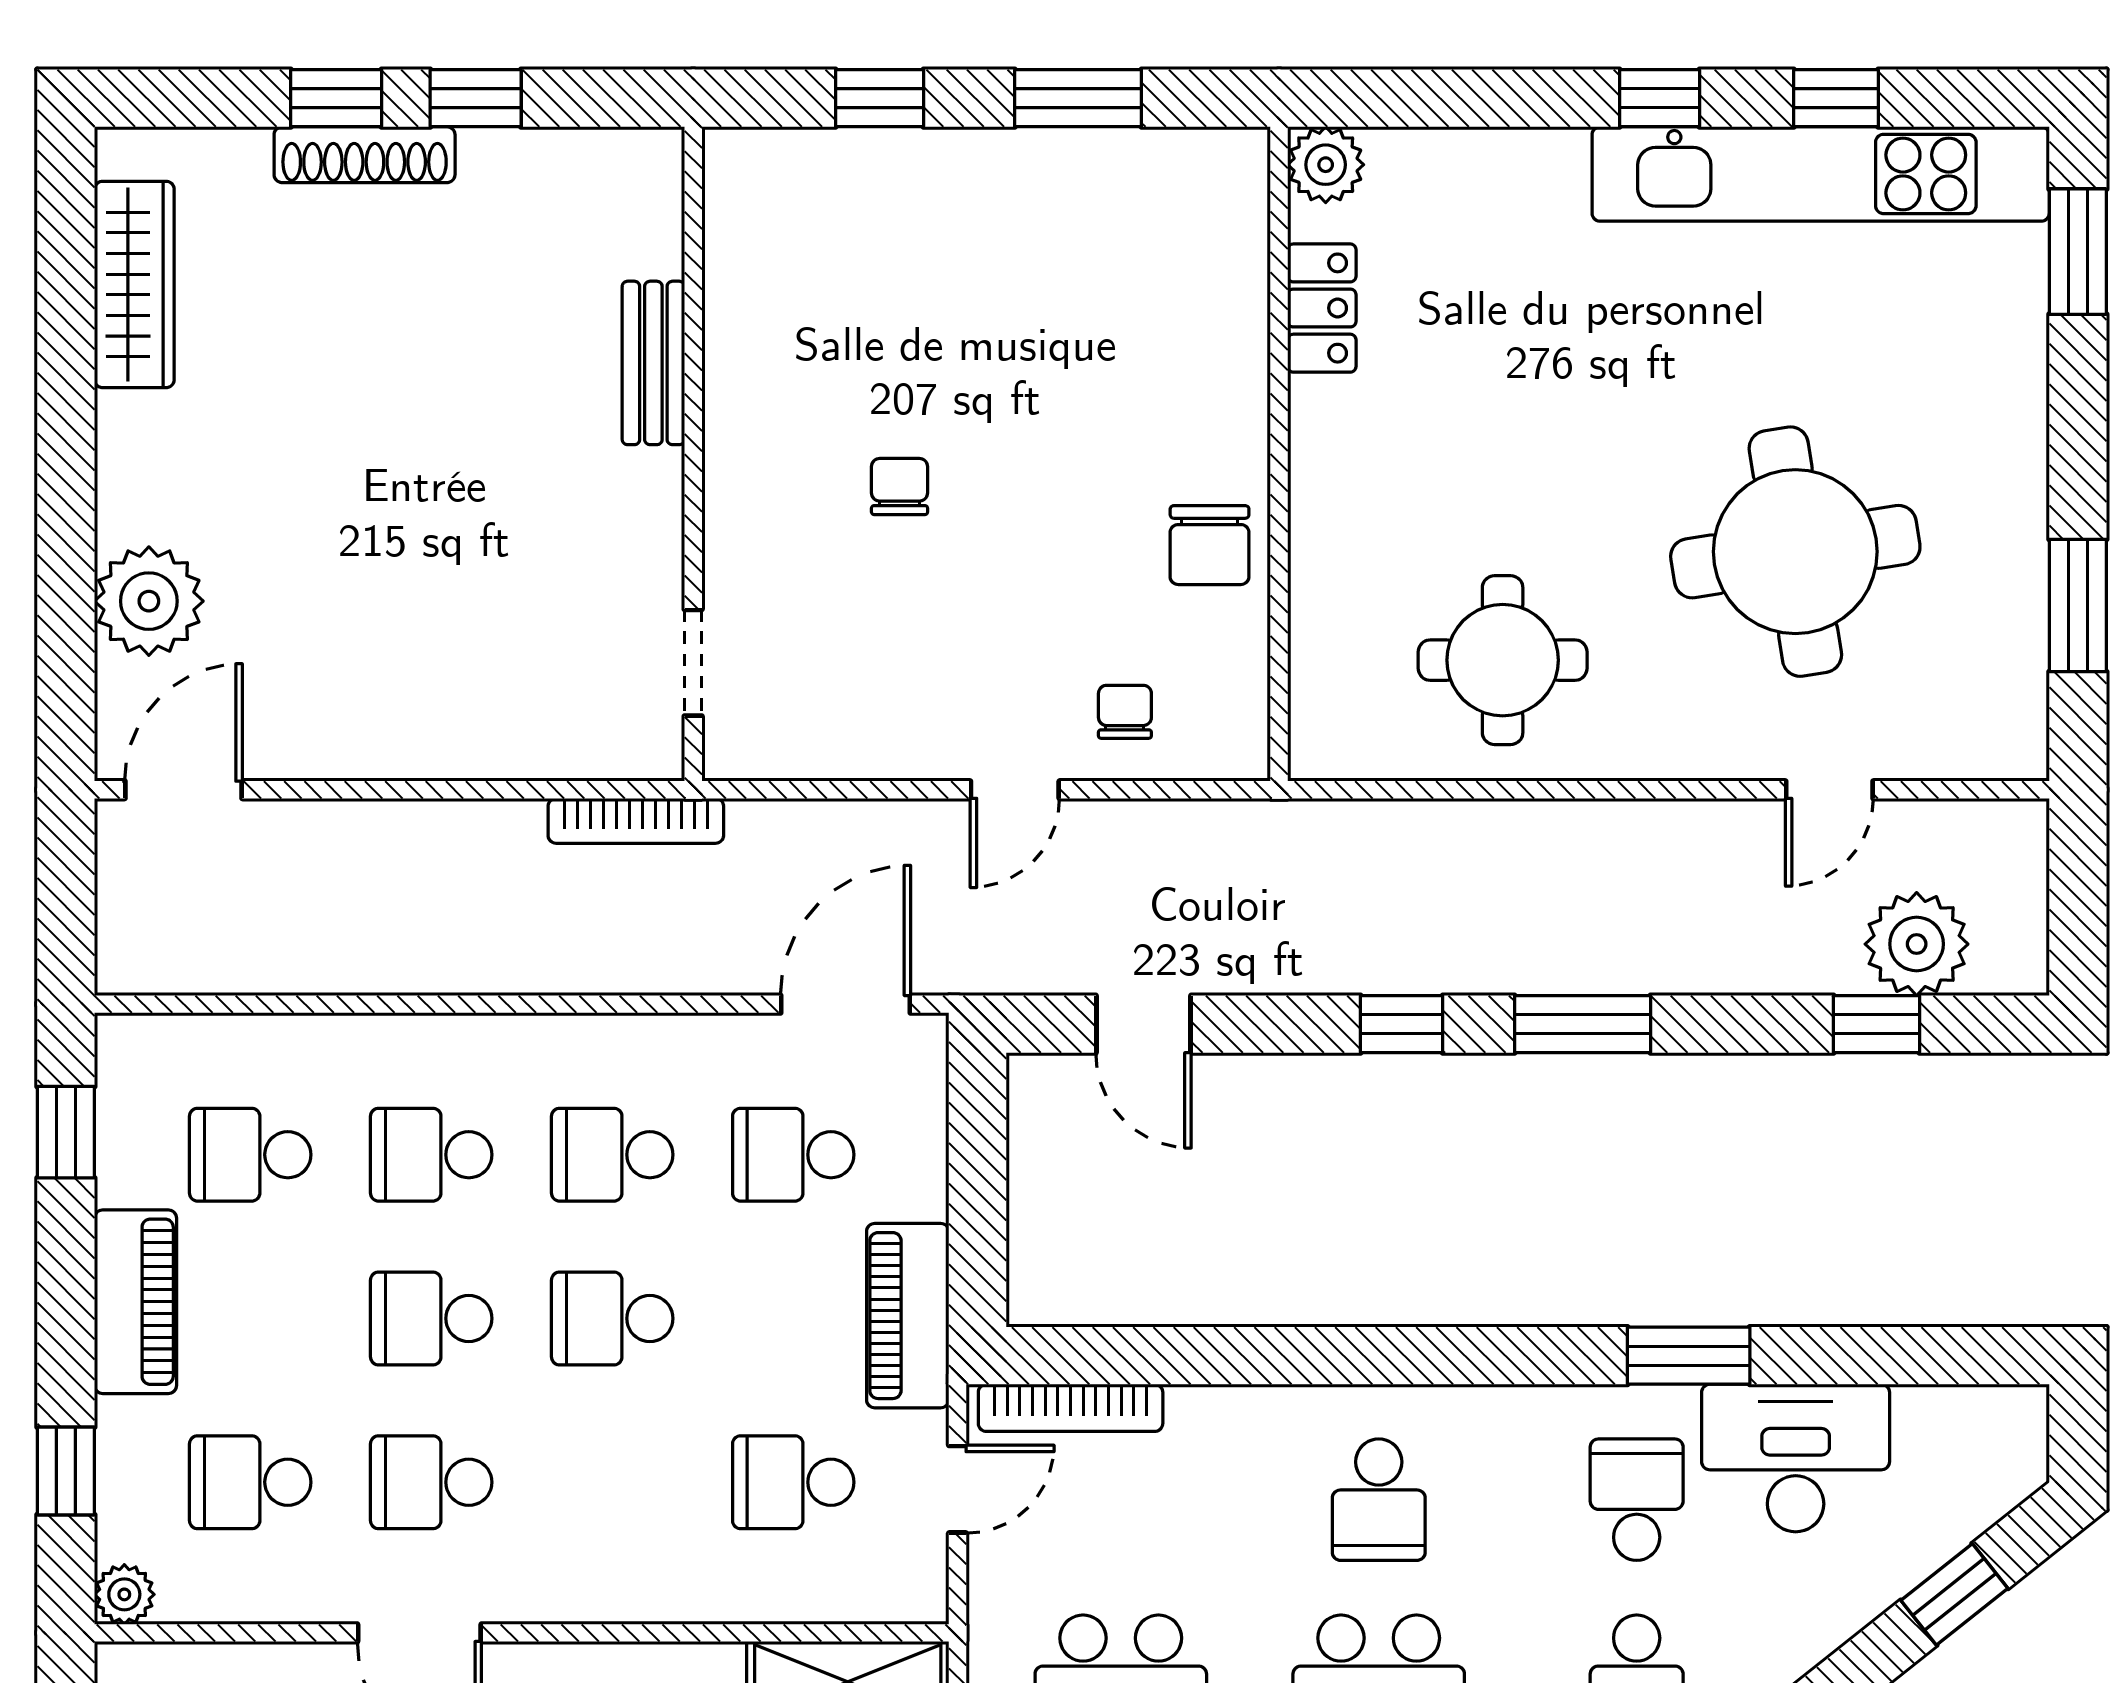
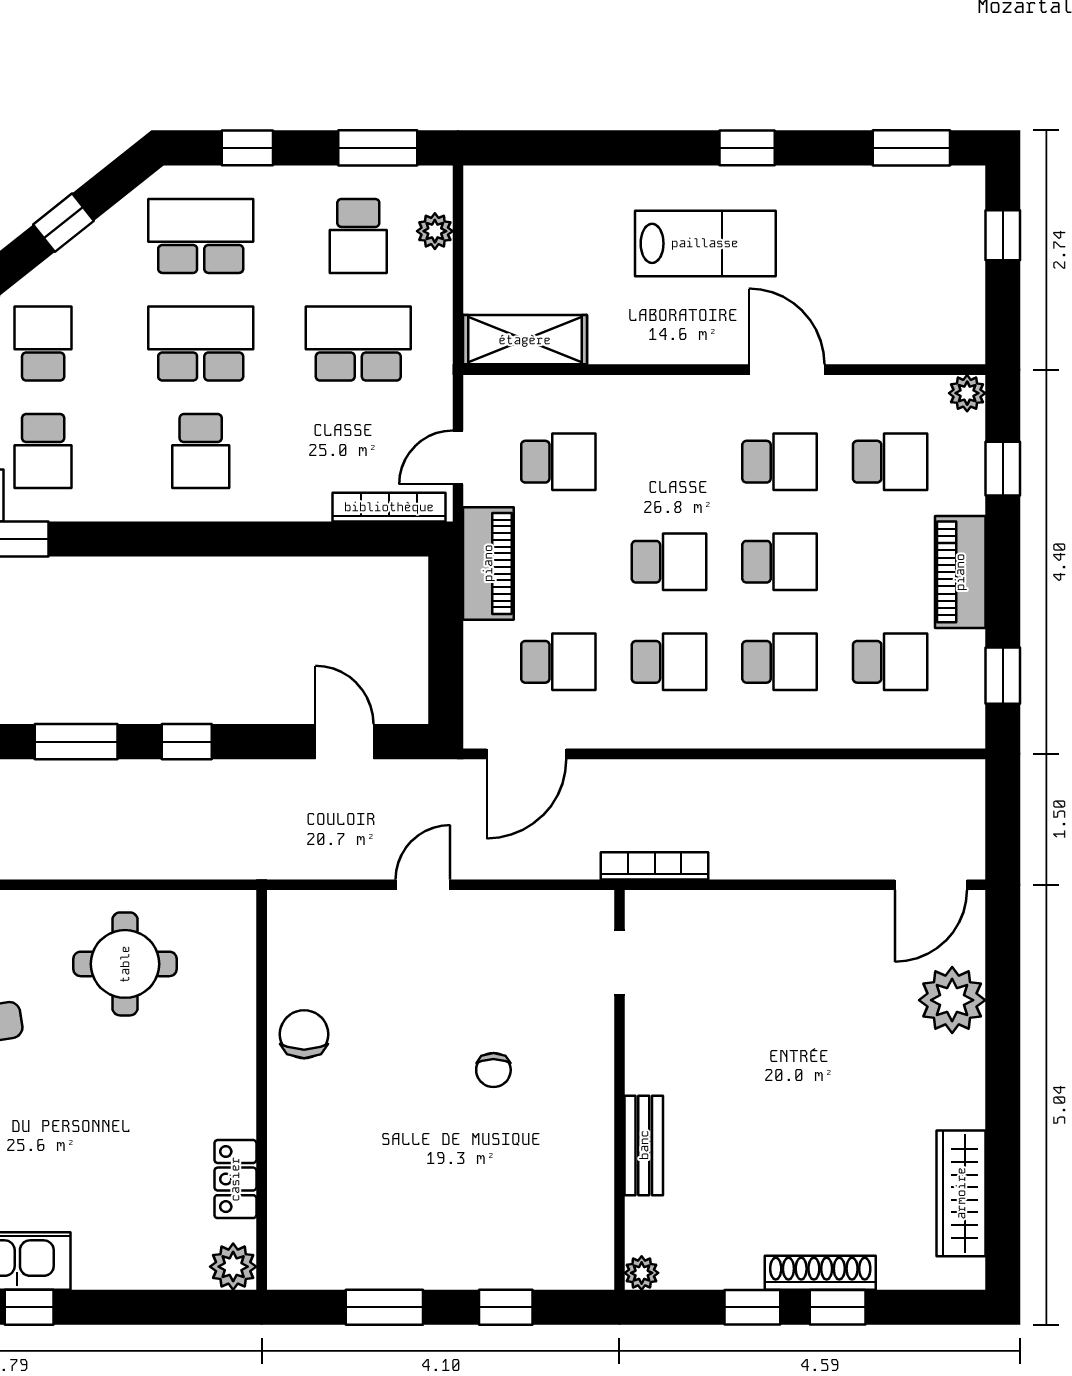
plant: (657, 154) -> (642, 1273), added
chair: (1125, 712) -> (356, 932), removed
school desk: (1379, 1500) -> (201, 451), turned 180

